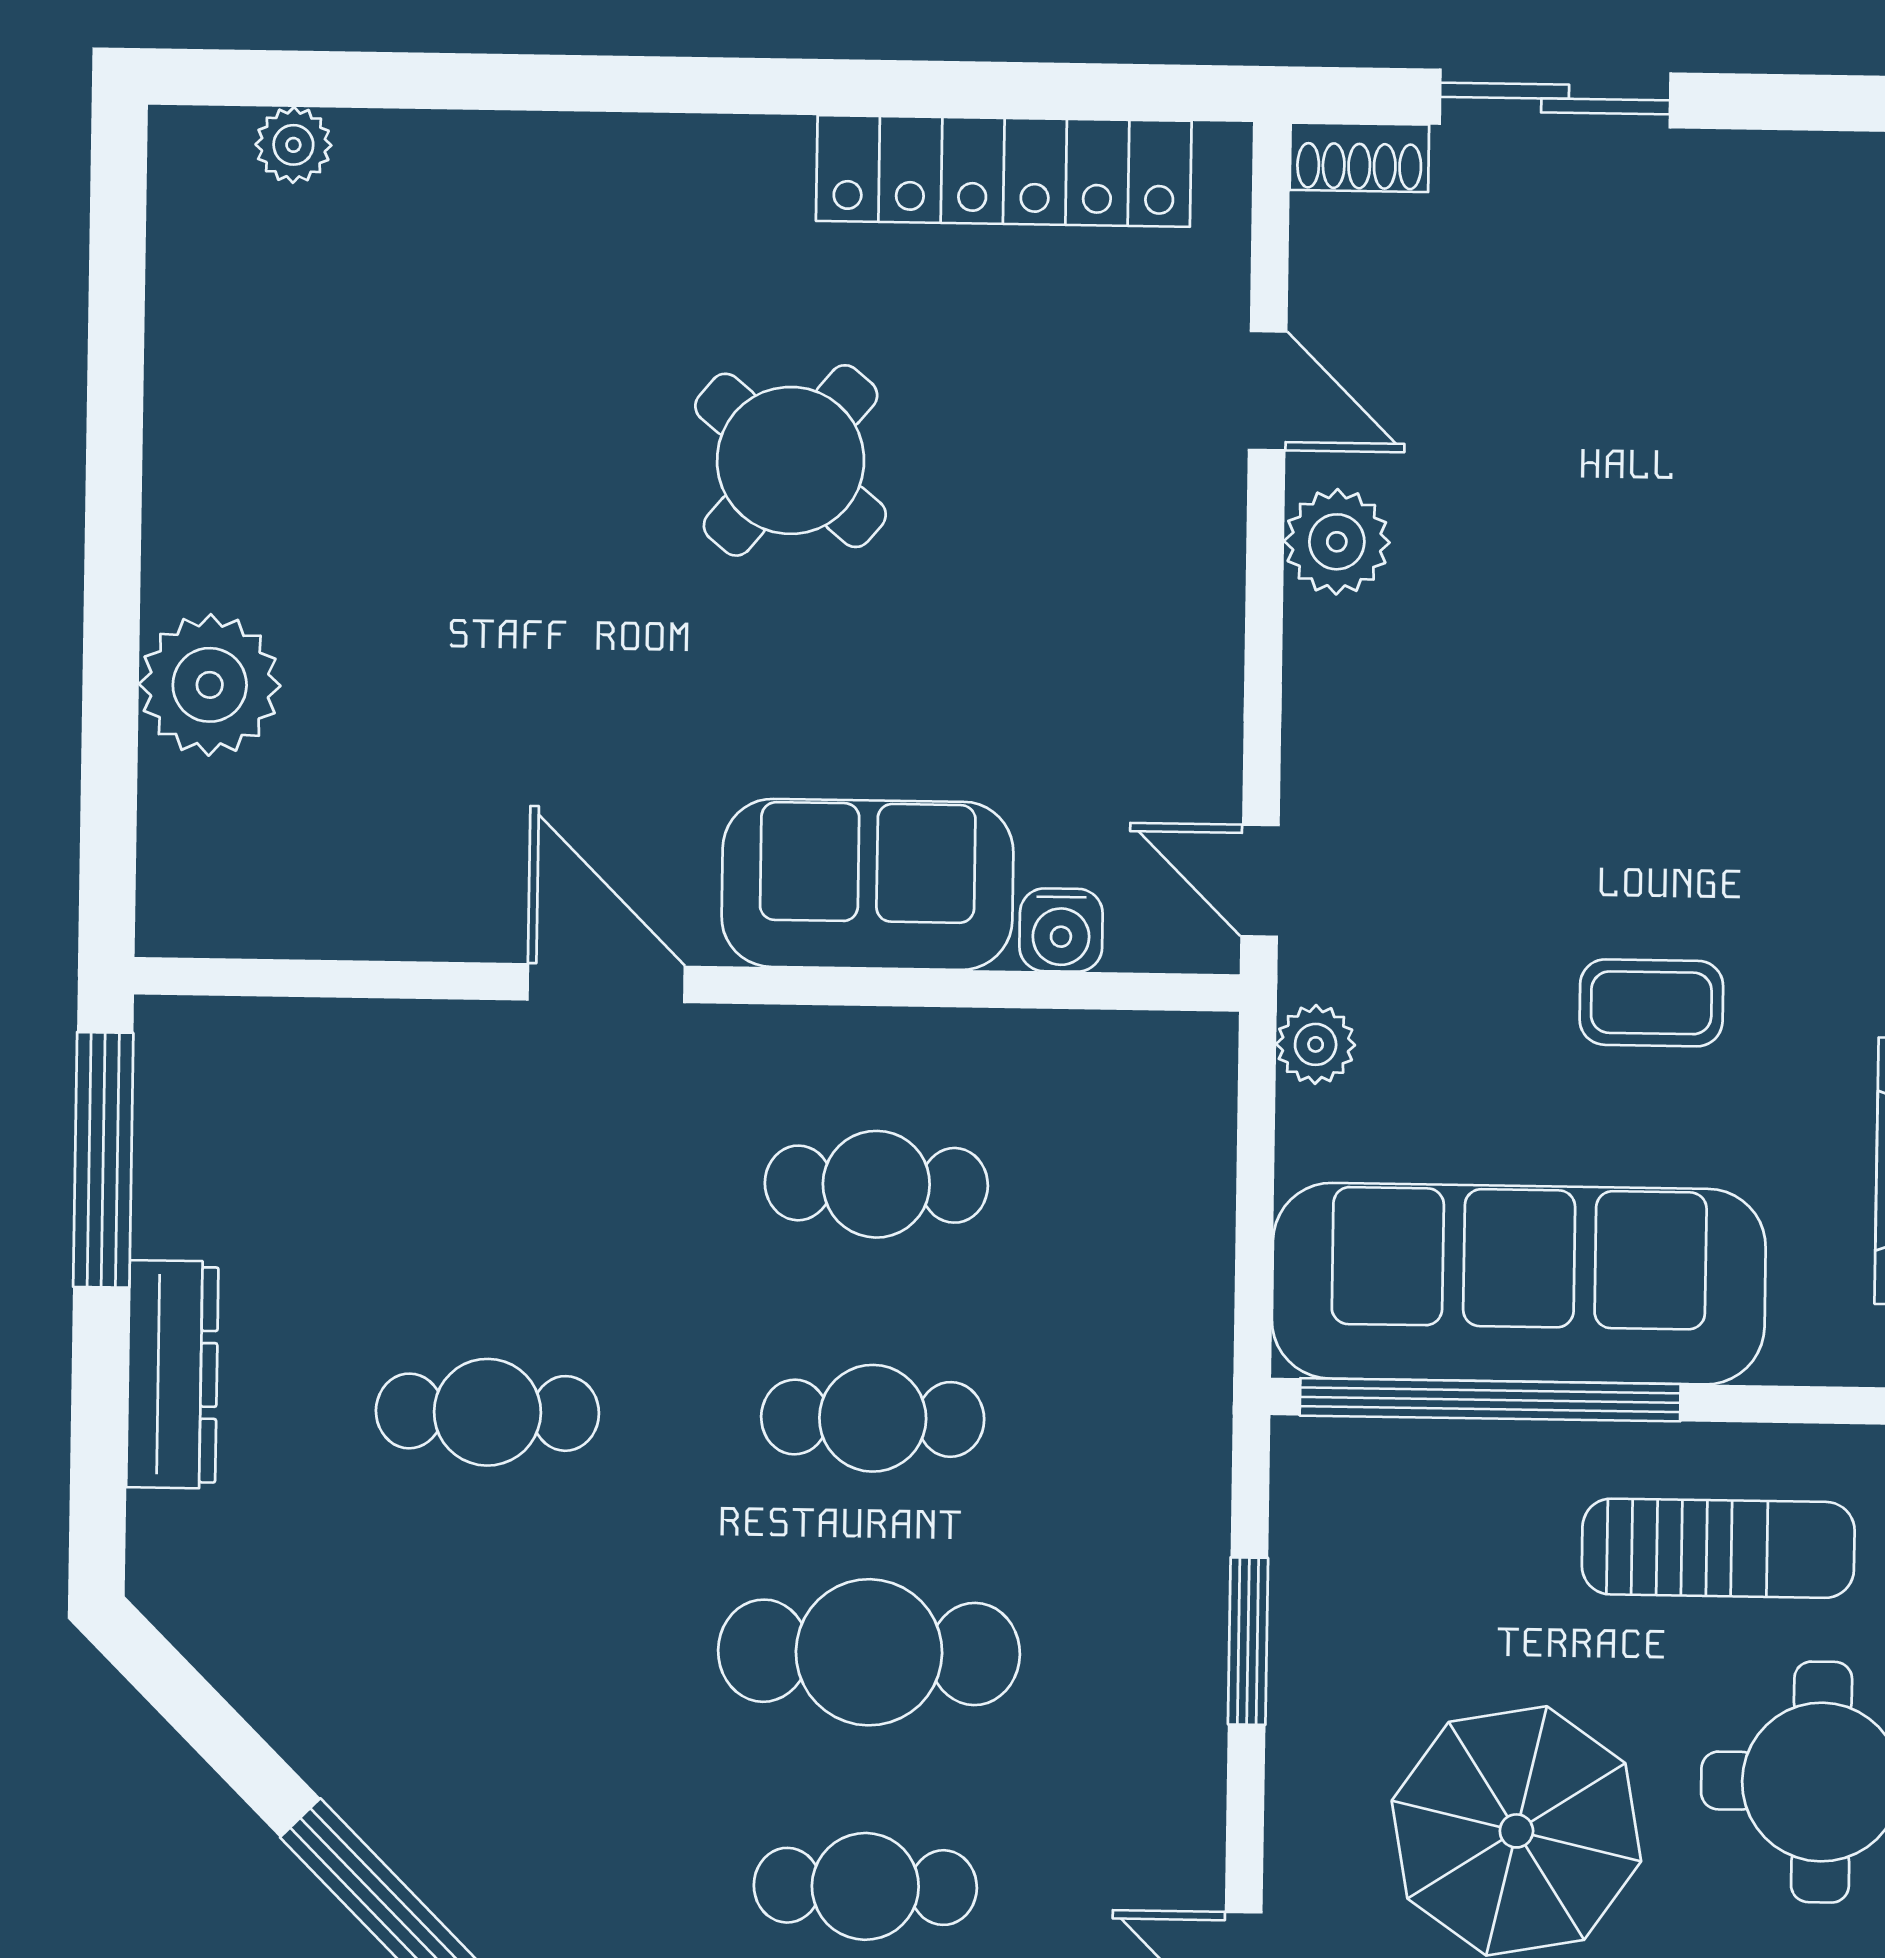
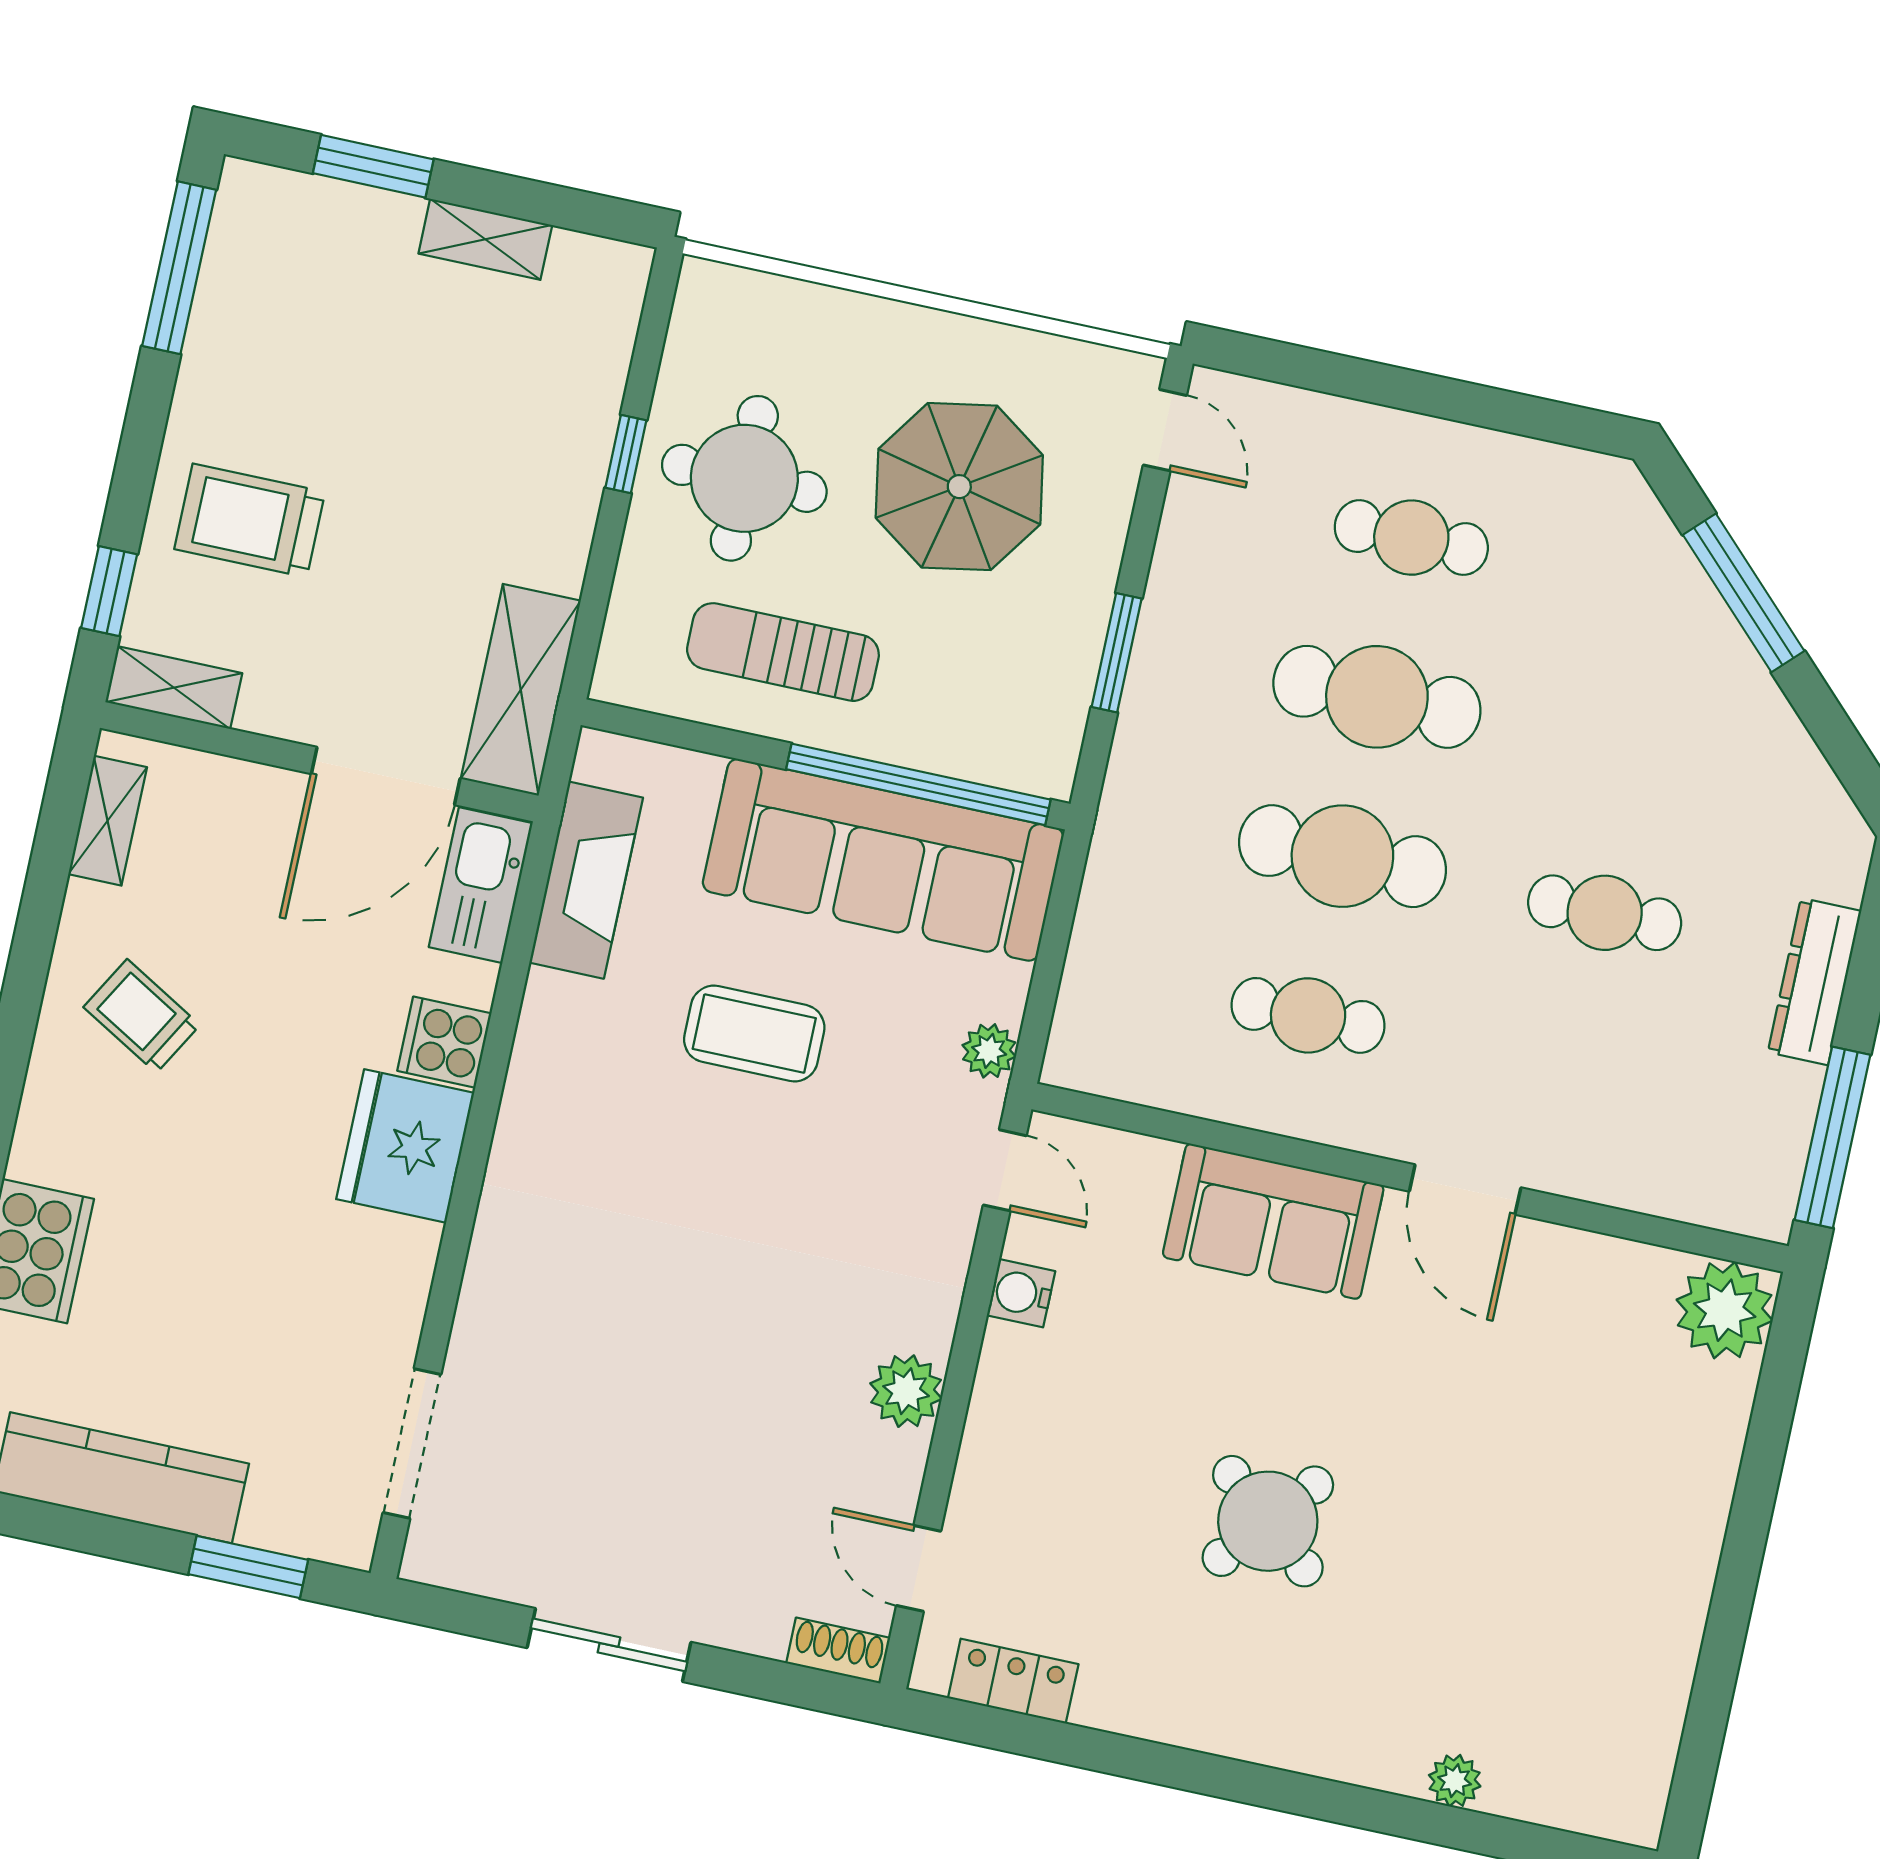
sliding door: (1555, 99) -> (609, 1645), moved
plant: (293, 145) -> (1455, 1781), moved
locker: (1004, 171) -> (1013, 1681), width x0.46, depth x0.83
door: (1268, 391) -> (919, 1568), moved
plant: (210, 685) -> (1725, 1310), moved
water cooler: (1061, 930) -> (1021, 1293), moved, turned -90
coffee table: (1651, 1003) -> (754, 1033), width x1.36, depth x1.30
cafe table: (873, 1418) -> (1342, 856), width x1.37, depth x1.35

